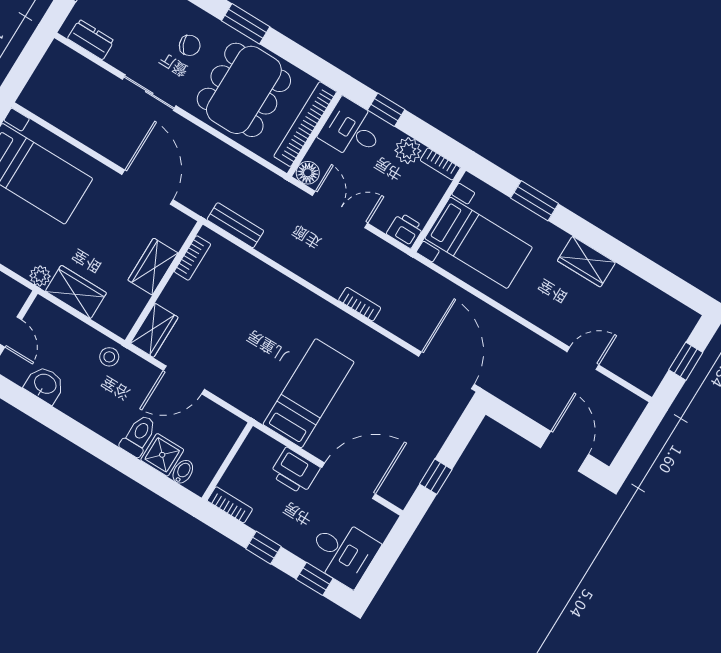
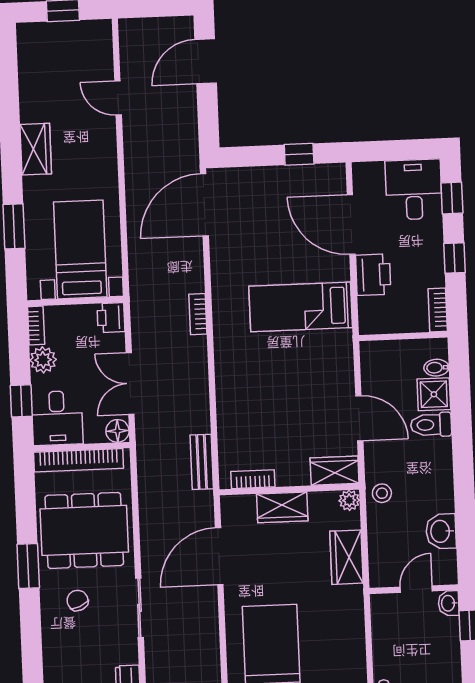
plant: (40, 276) -> (349, 500), moved

